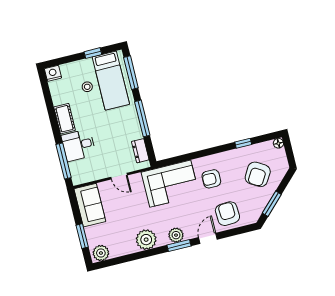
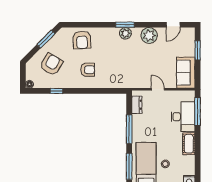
desk: (79, 145) -> (183, 117), width x1.37
corner sofa: (170, 184) -> (120, 74), removed
door: (208, 238) -> (173, 25), moved
plant: (101, 253) -> (186, 34), removed

